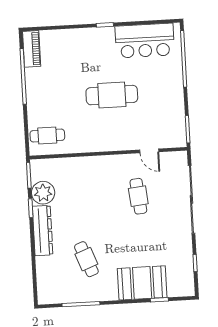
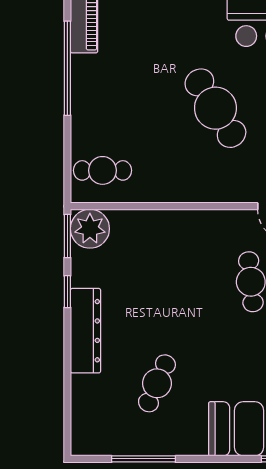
cafe table: (112, 95) -> (215, 108), turned 58
plant: (43, 193) -> (90, 229), moved
cafe table: (86, 259) -> (157, 383), turned 45

